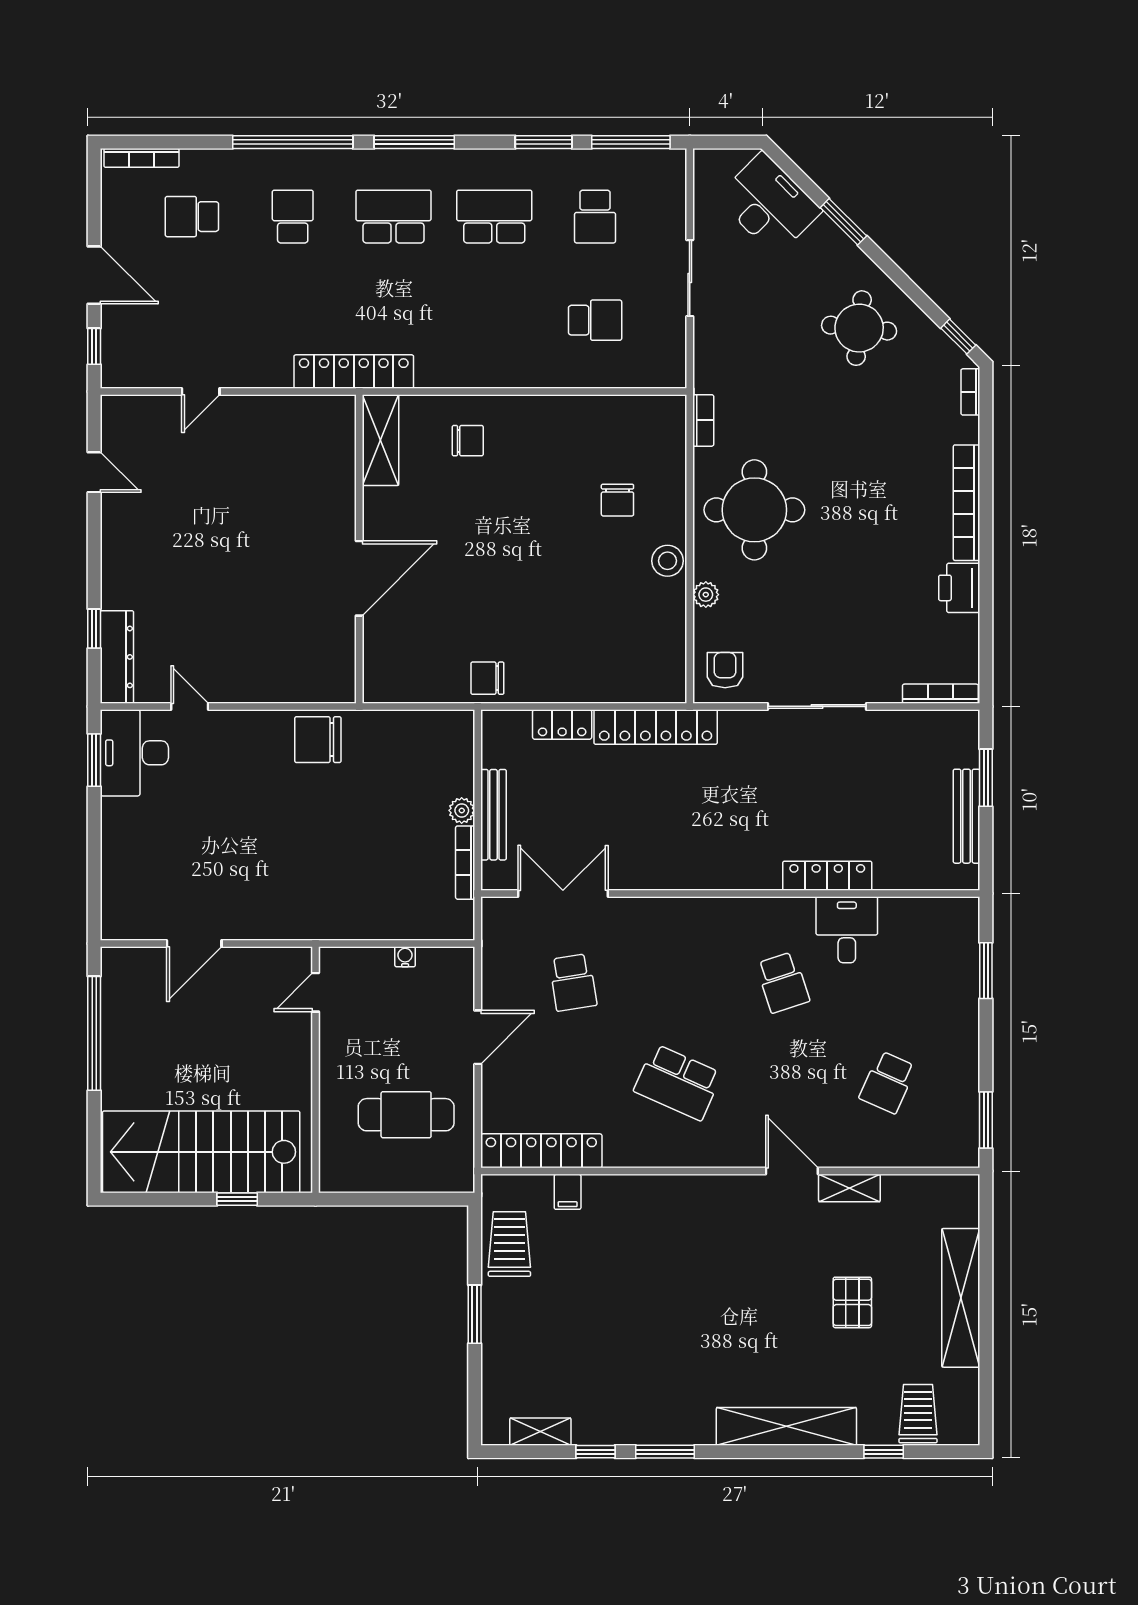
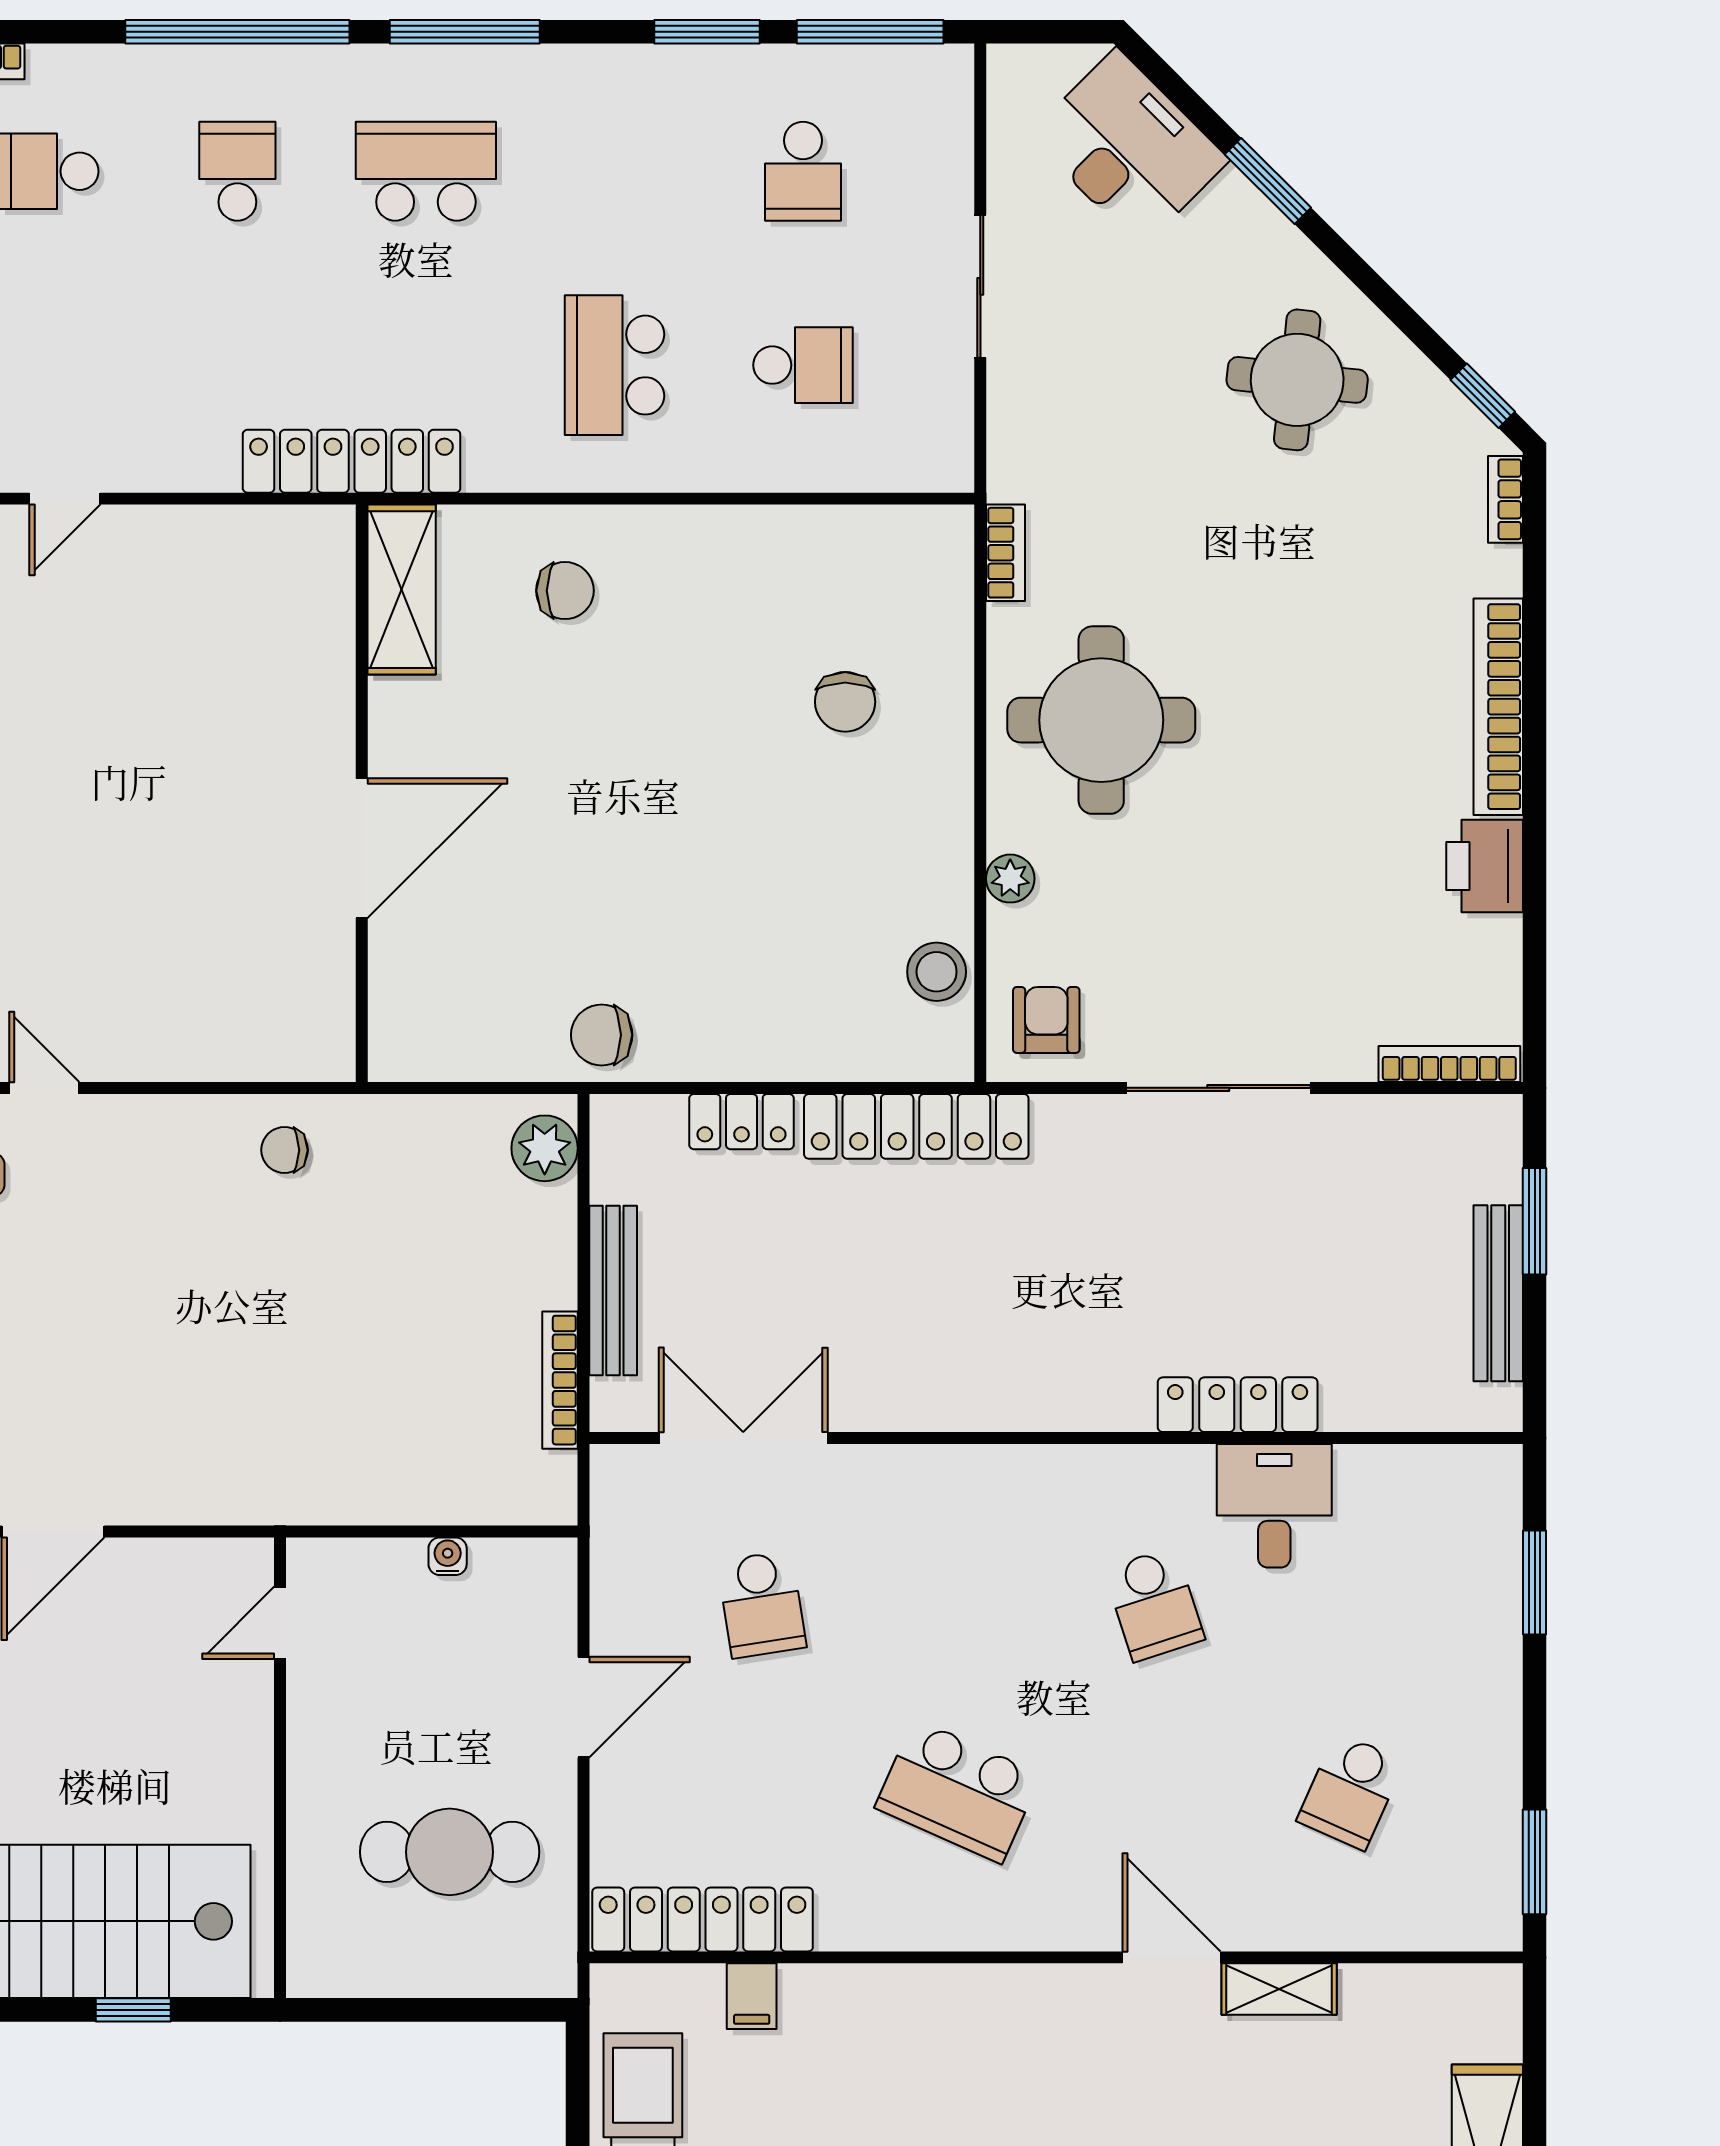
school desk: (494, 217) -> (614, 365), moved, turned -90
stool: (668, 561) -> (937, 972), moved
chair: (318, 740) -> (285, 1150), width x0.54, depth x0.54
plant: (462, 810) -> (545, 1148), moved, width x1.38, depth x1.38

